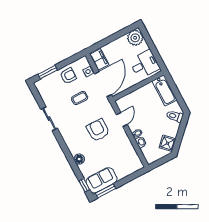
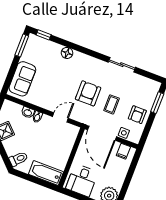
filing cabinet: (99, 59) -> (123, 151), width x0.50
door: (122, 120) -> (60, 117), swing flipped
armchair: (98, 130) -> (88, 93), moved, turned -90
sofa: (101, 180) -> (22, 79), moved

